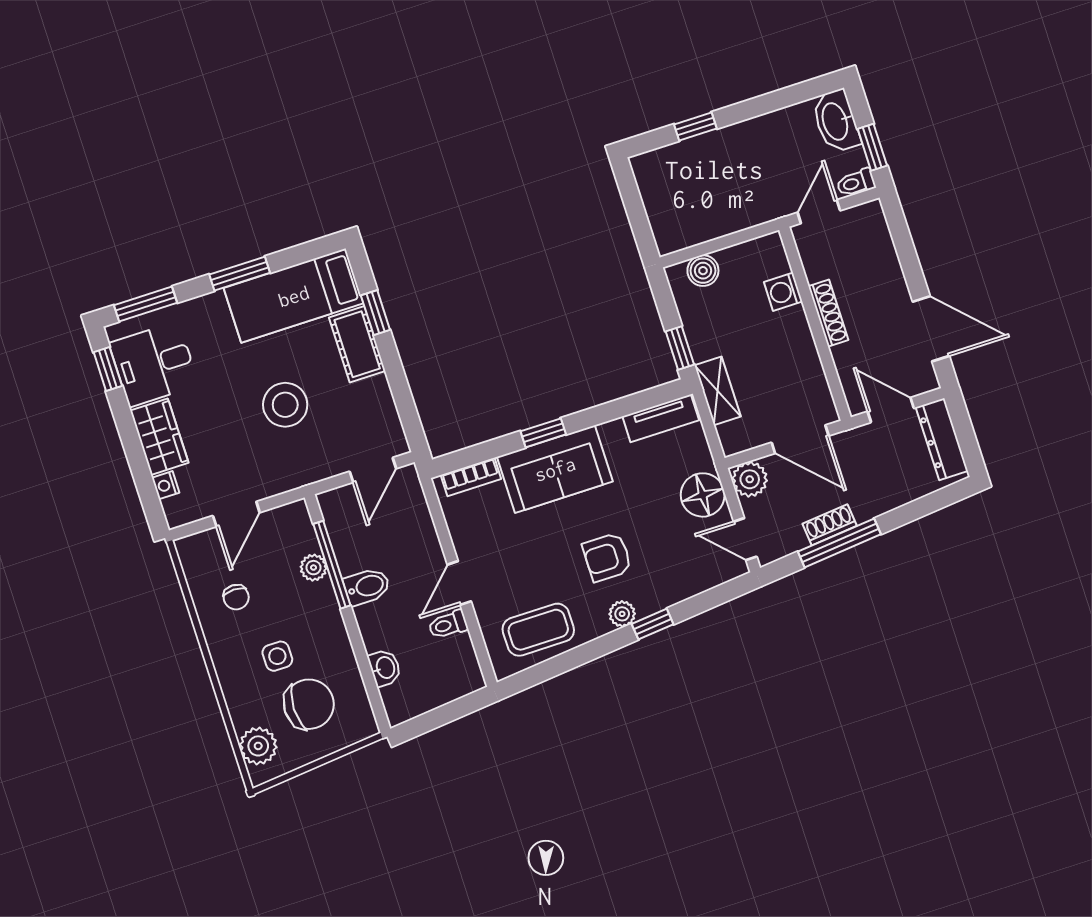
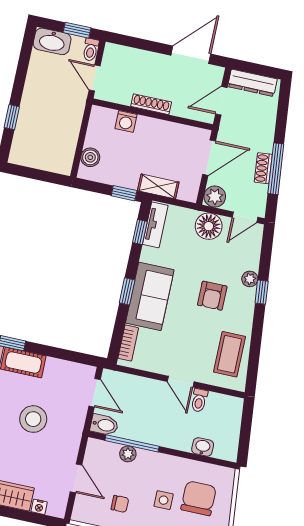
window: (638, 402) -> (140, 232), added
bidet: (367, 587) -> (104, 425), moved, turned 90
plant: (622, 614) -> (250, 279), moved

